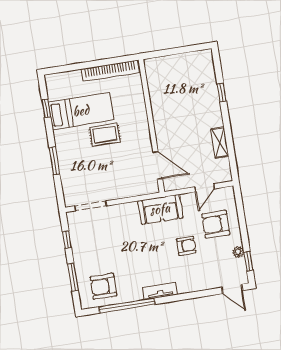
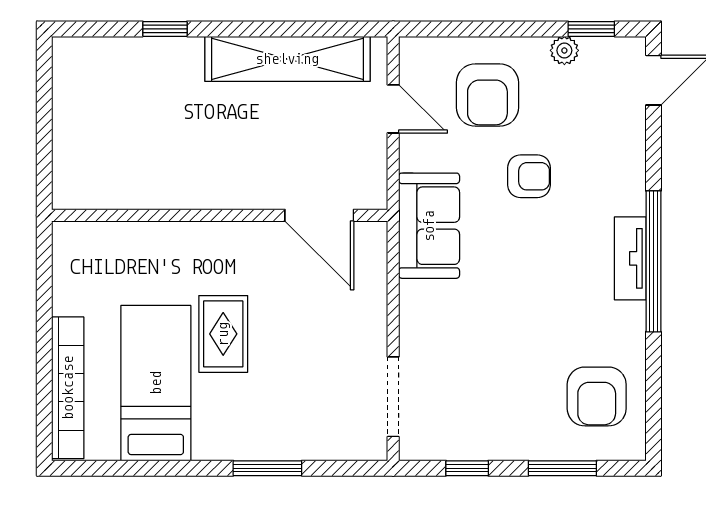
bookcase: (110, 71) -> (68, 388), moved
window: (46, 108) -> (135, 468), removed
shelving: (220, 143) -> (287, 59), width x2.20, depth x1.33
door: (158, 165) -> (319, 215), swing flipped
armchair: (186, 246) -> (529, 176), turned 90
window: (127, 306) -> (653, 261), moved

